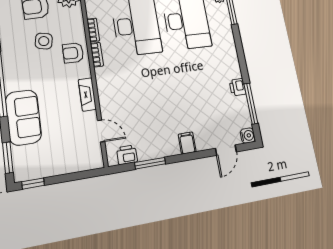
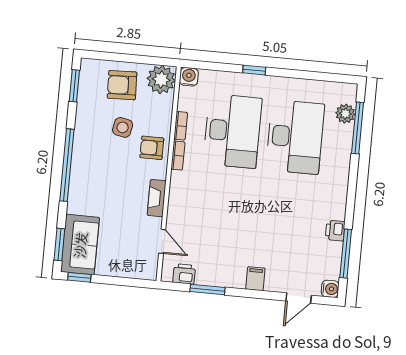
sofa: (23, 117) -> (80, 245), moved

